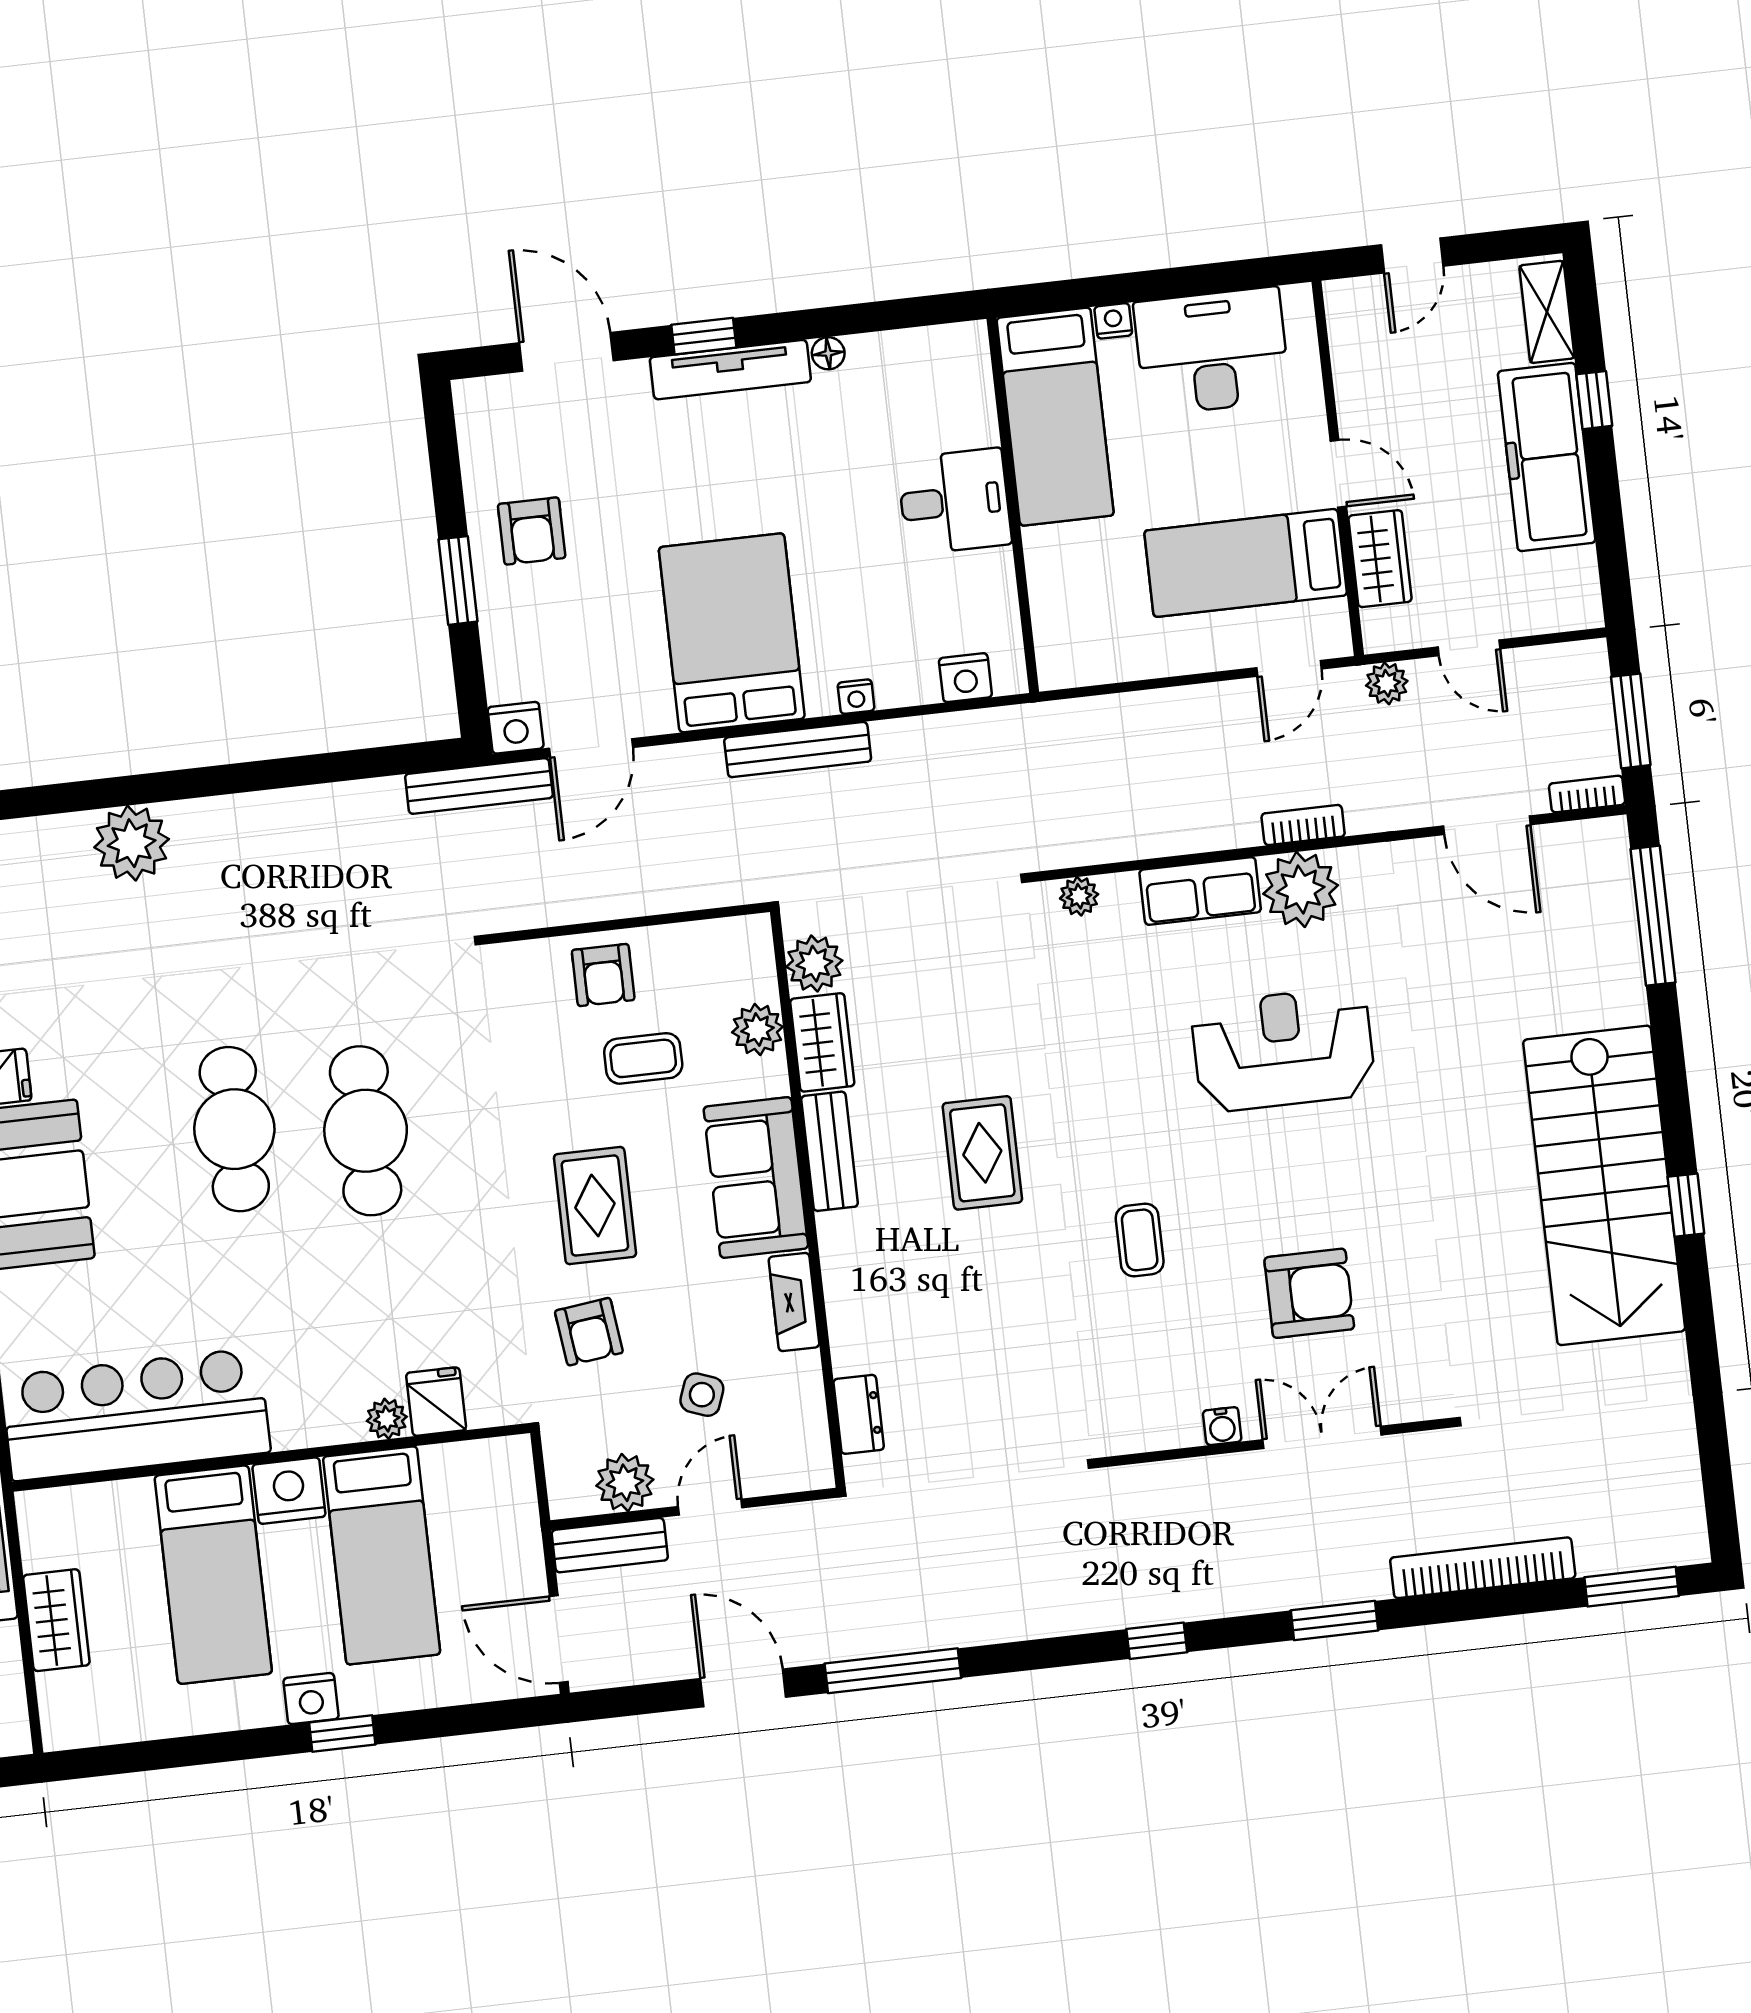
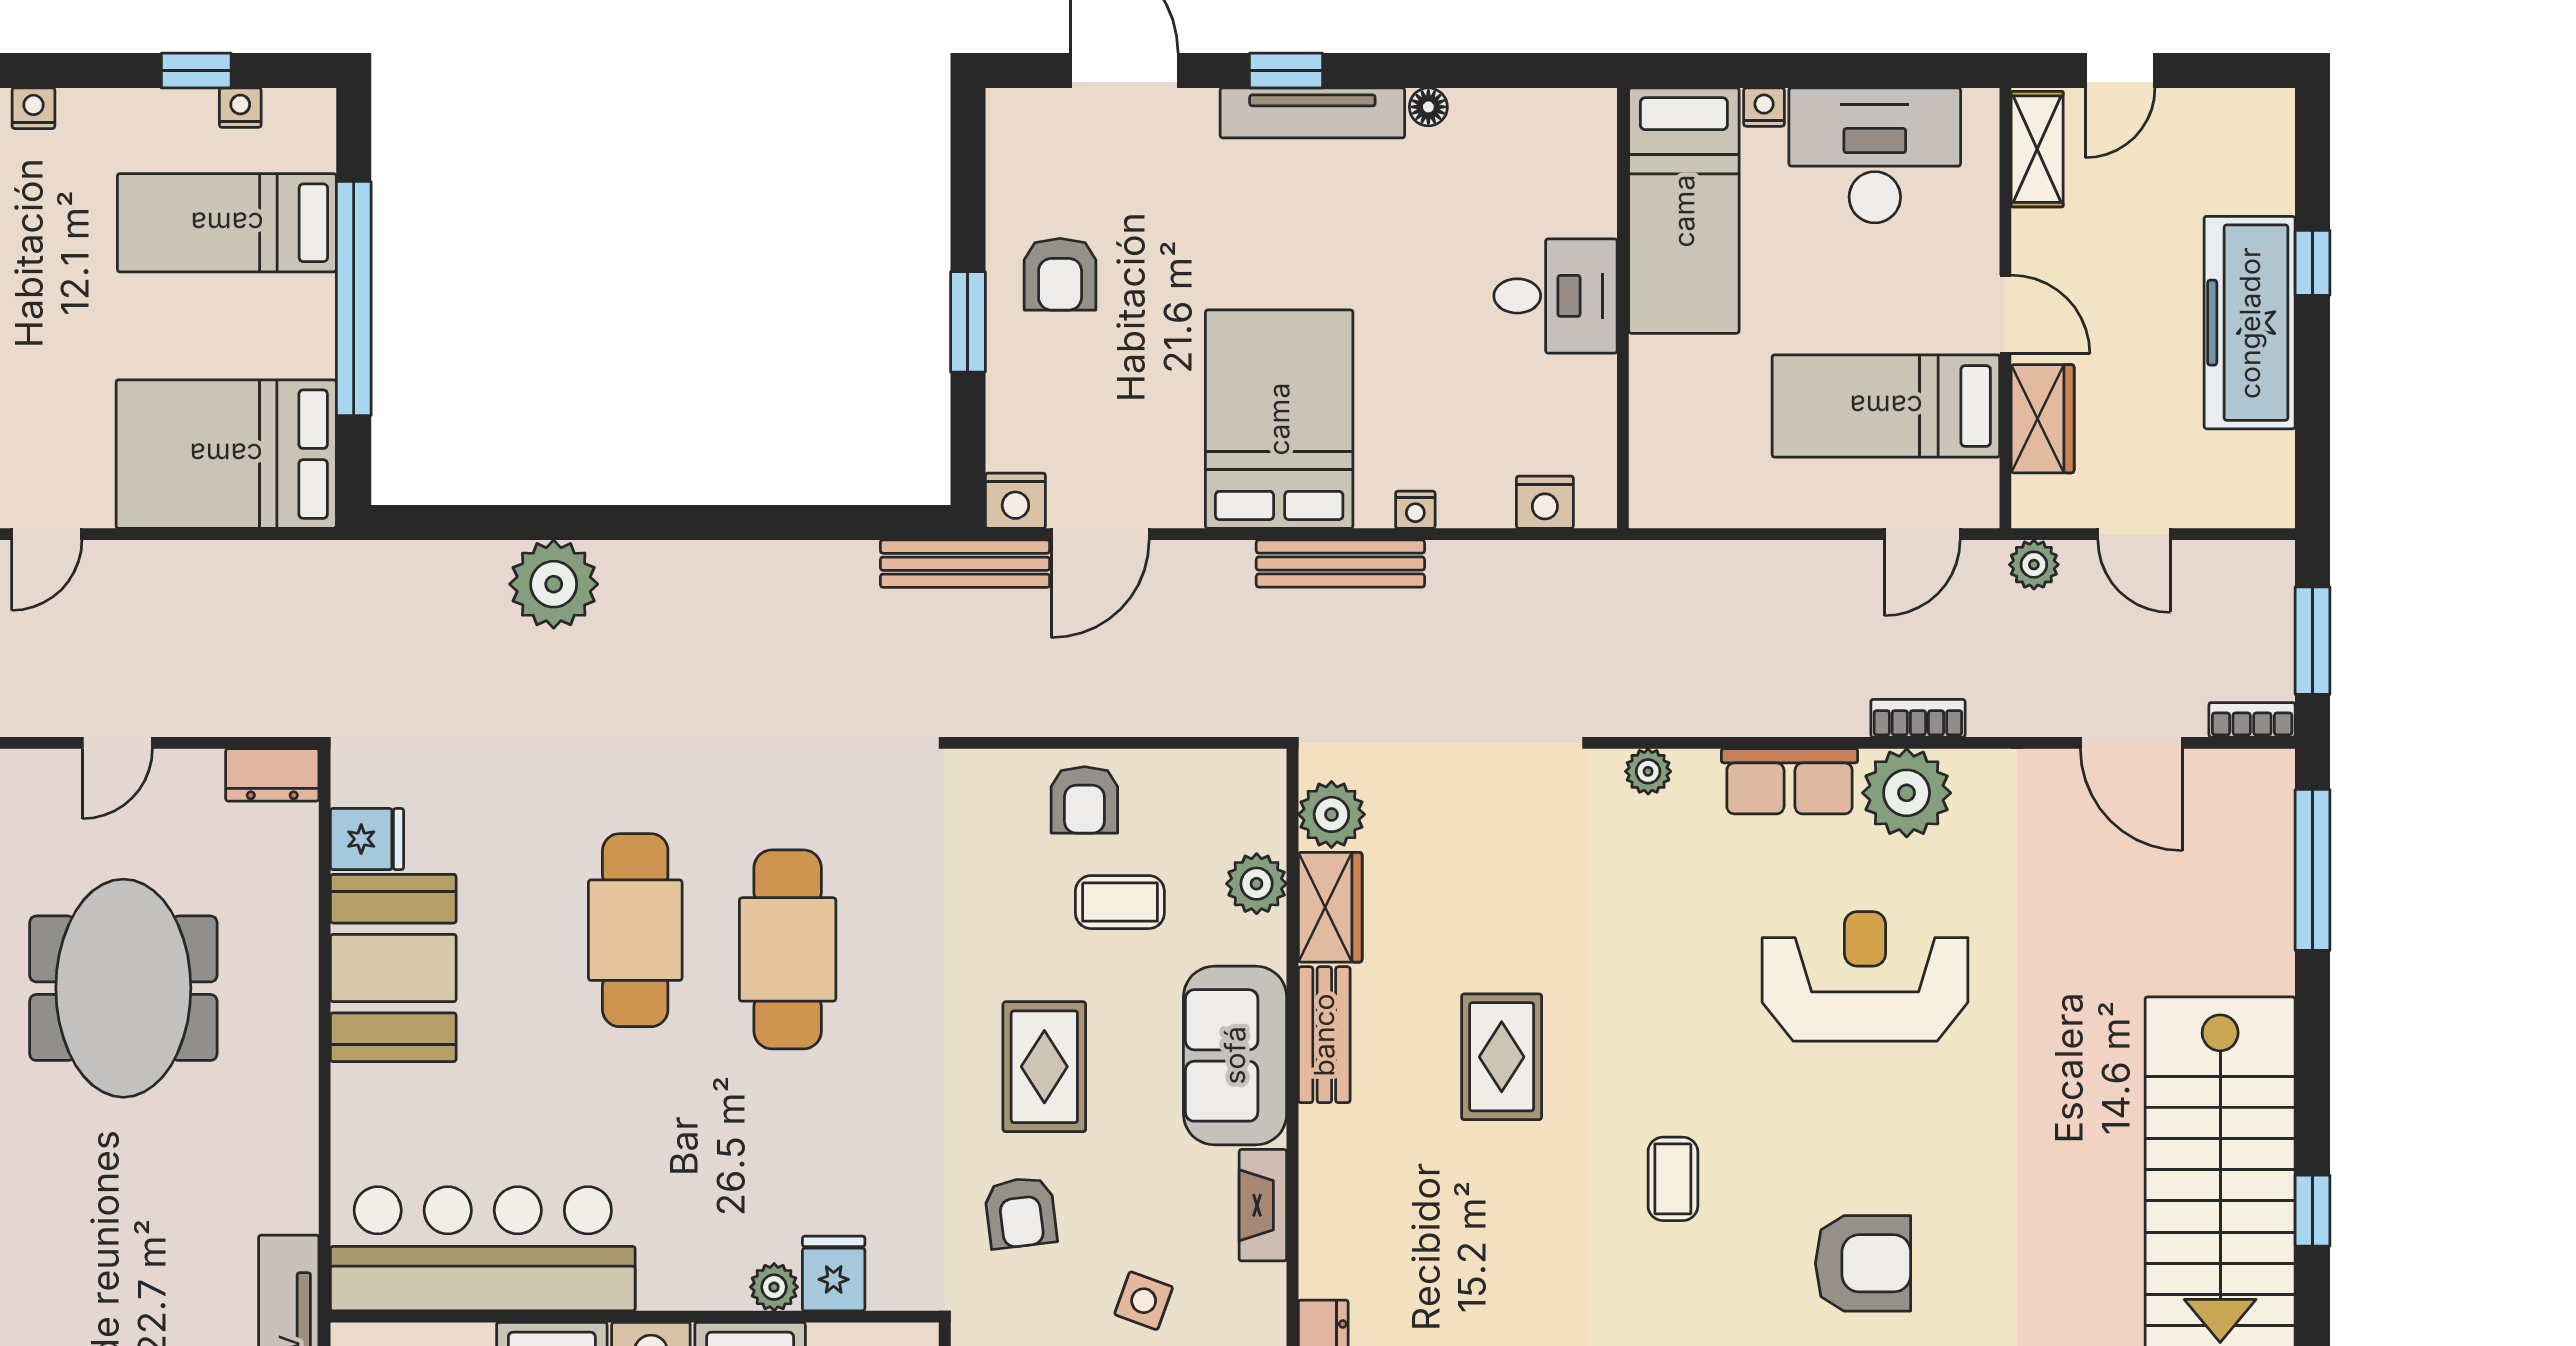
shelving: (1547, 312) -> (2037, 149), moved

